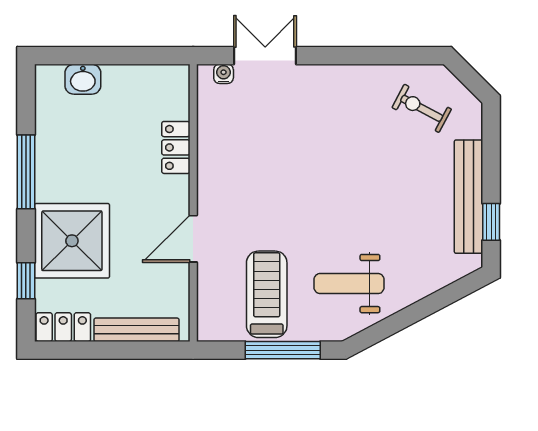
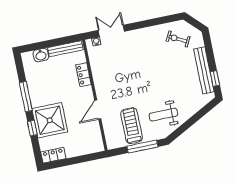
window: (26, 281) -> (32, 128), moved
bench: (137, 330) -> (65, 49), moved

